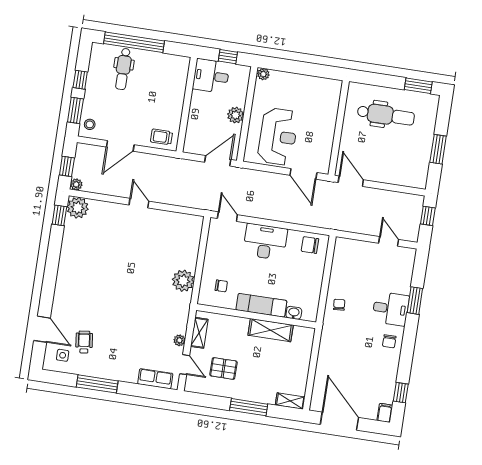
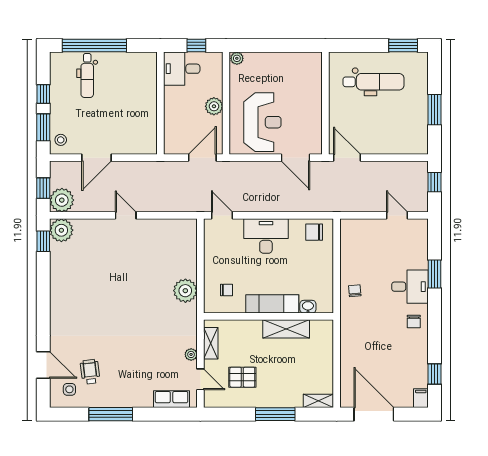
trolley: (161, 137) -> (139, 141), removed
plant: (76, 184) -> (62, 200), width x1.88, depth x1.88

